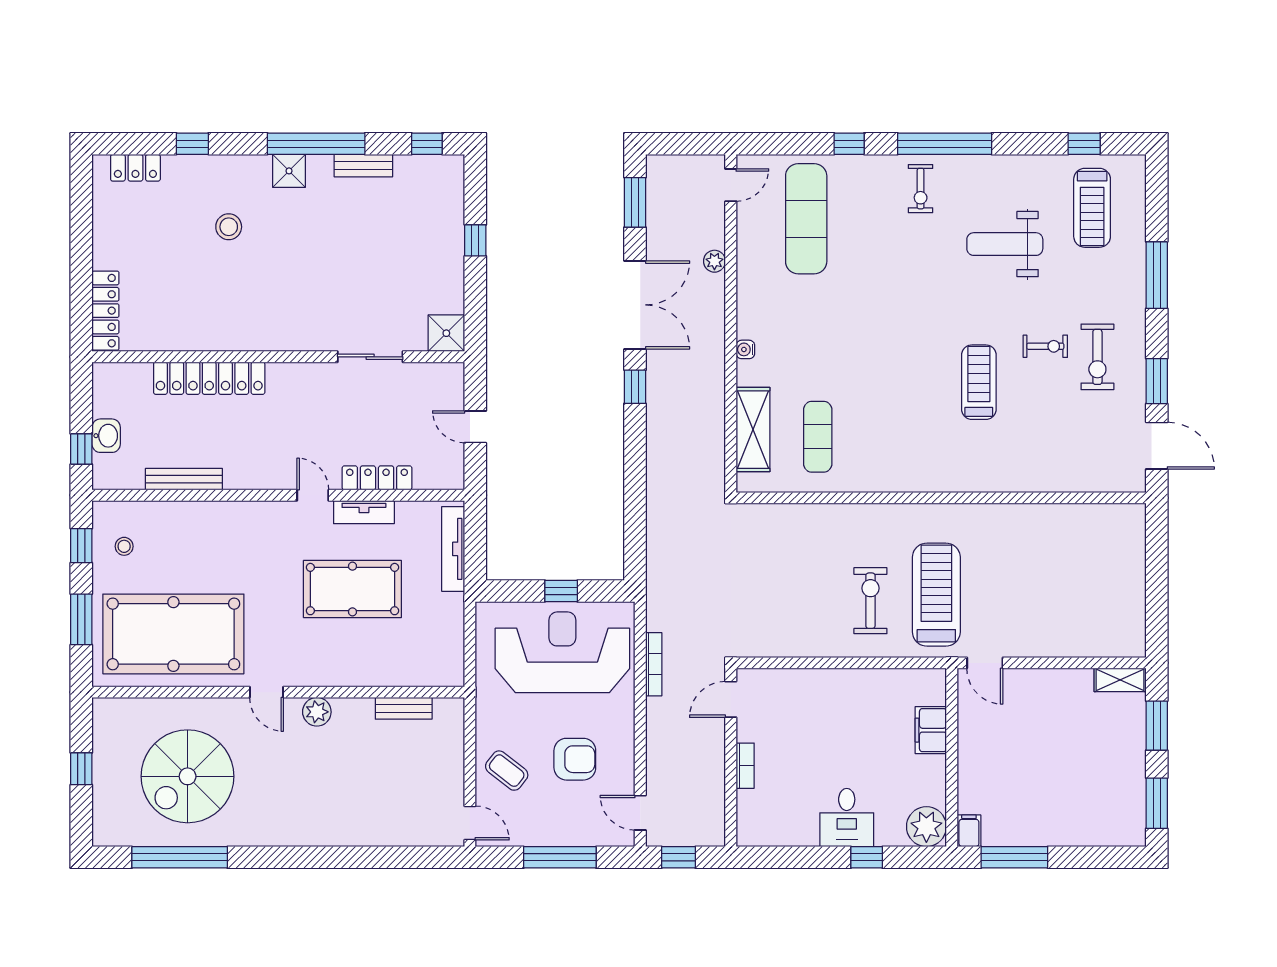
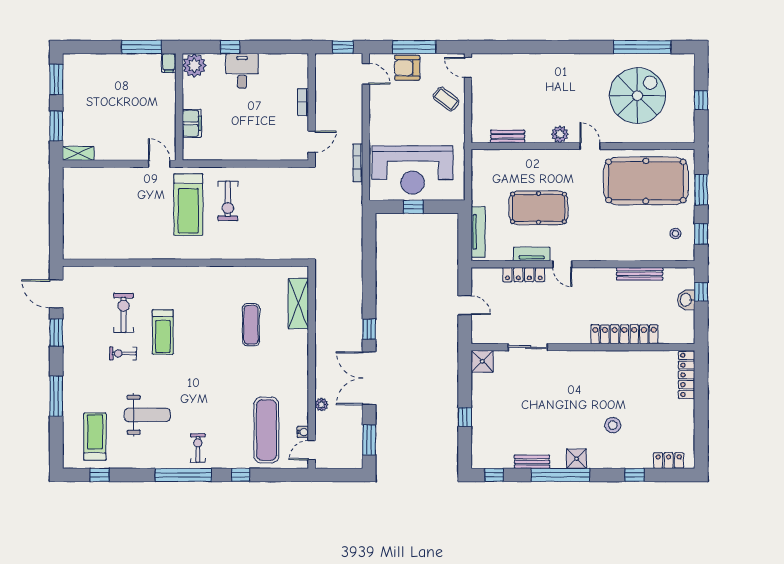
water cooler: (745, 349) -> (303, 432), moved
exercise bike: (1097, 357) -> (124, 313), moved
exercise mat: (818, 437) -> (251, 325), moved
armchair: (575, 759) -> (407, 68), moved

